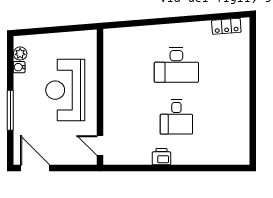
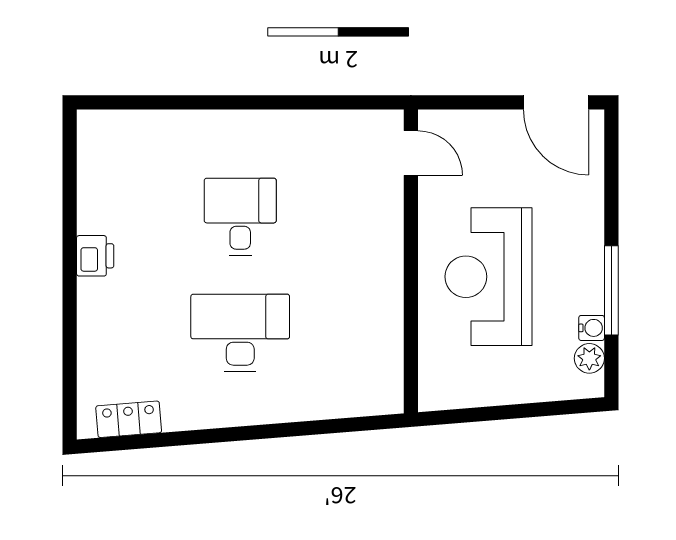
reception desk: (65, 90) -> (488, 277), turned 180
window: (10, 110) -> (611, 290), moved
printer: (161, 157) -> (95, 256), moved, turned -90

